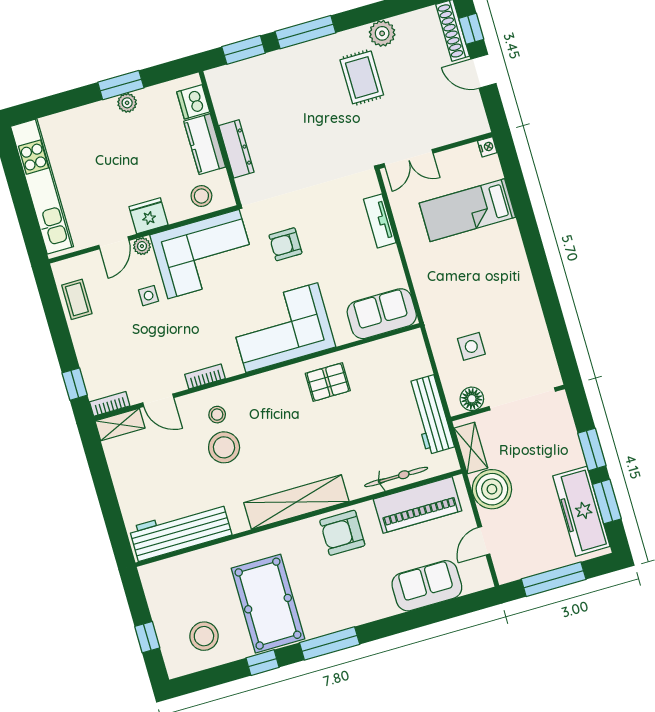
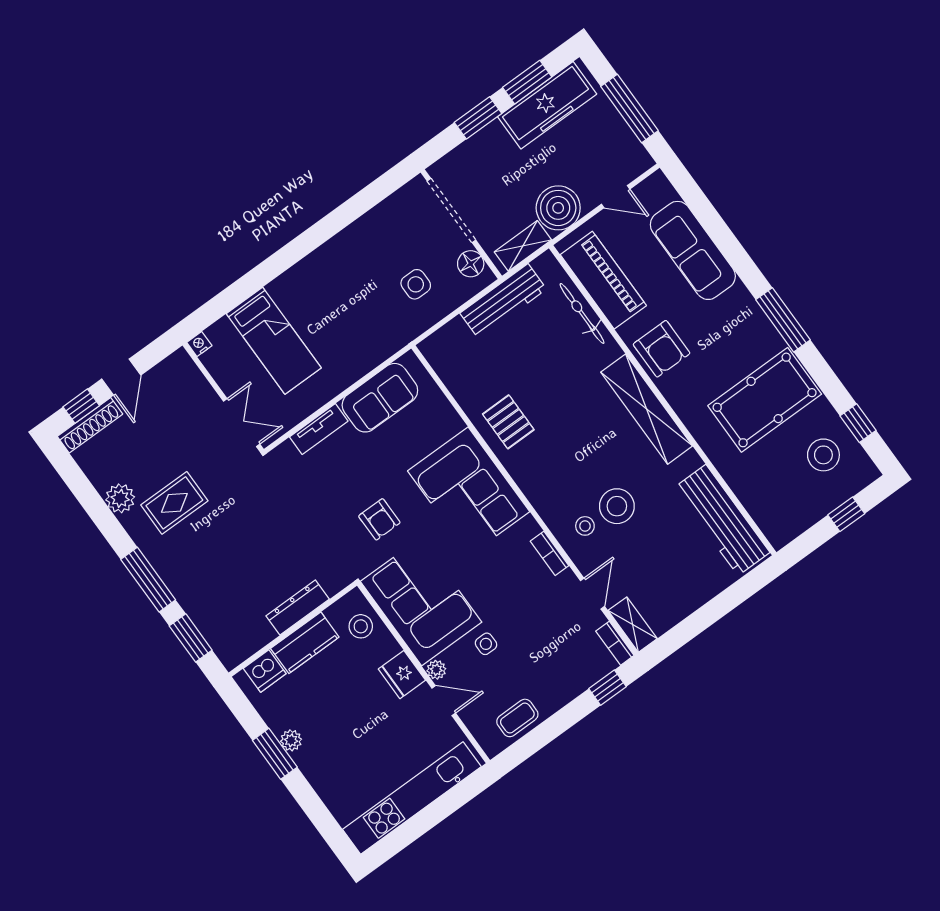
sofa: (382, 314) -> (380, 398), moved, turned -90
sofa: (427, 586) -> (693, 250), width x1.36
window: (263, 663) -> (858, 423), moved

